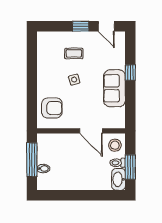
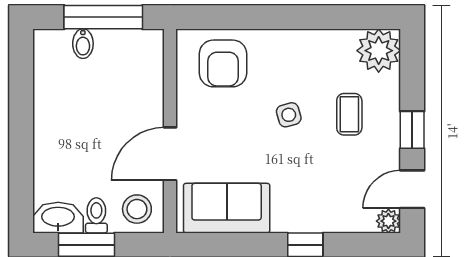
plant: (120, 36) -> (388, 221), added
plant: (46, 41) -> (379, 51), added
sofa: (114, 88) -> (227, 208), moved

